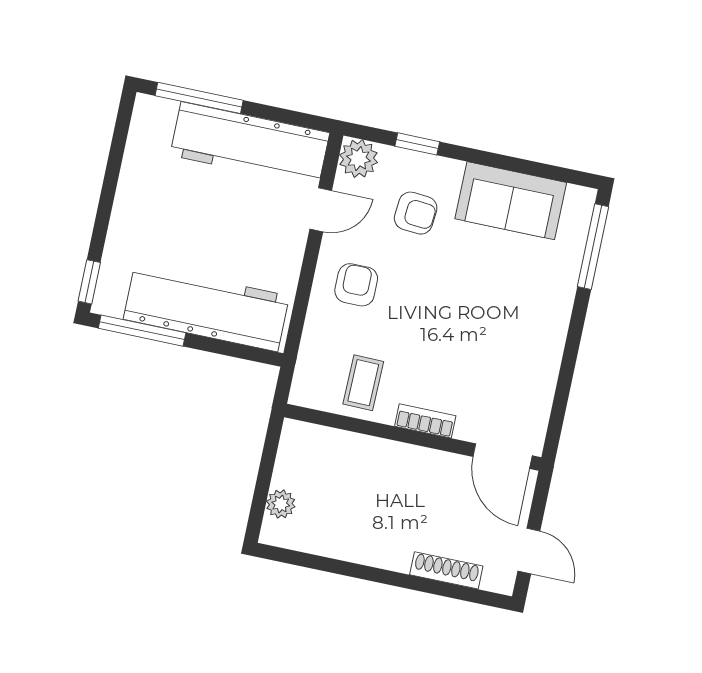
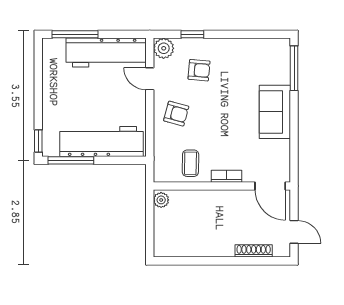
sofa: (511, 201) -> (275, 112), moved, turned 90
door: (321, 210) -> (150, 79), swing flipped
armchair: (356, 285) -> (176, 114), turned 105
plant: (281, 504) -> (161, 200), moved

